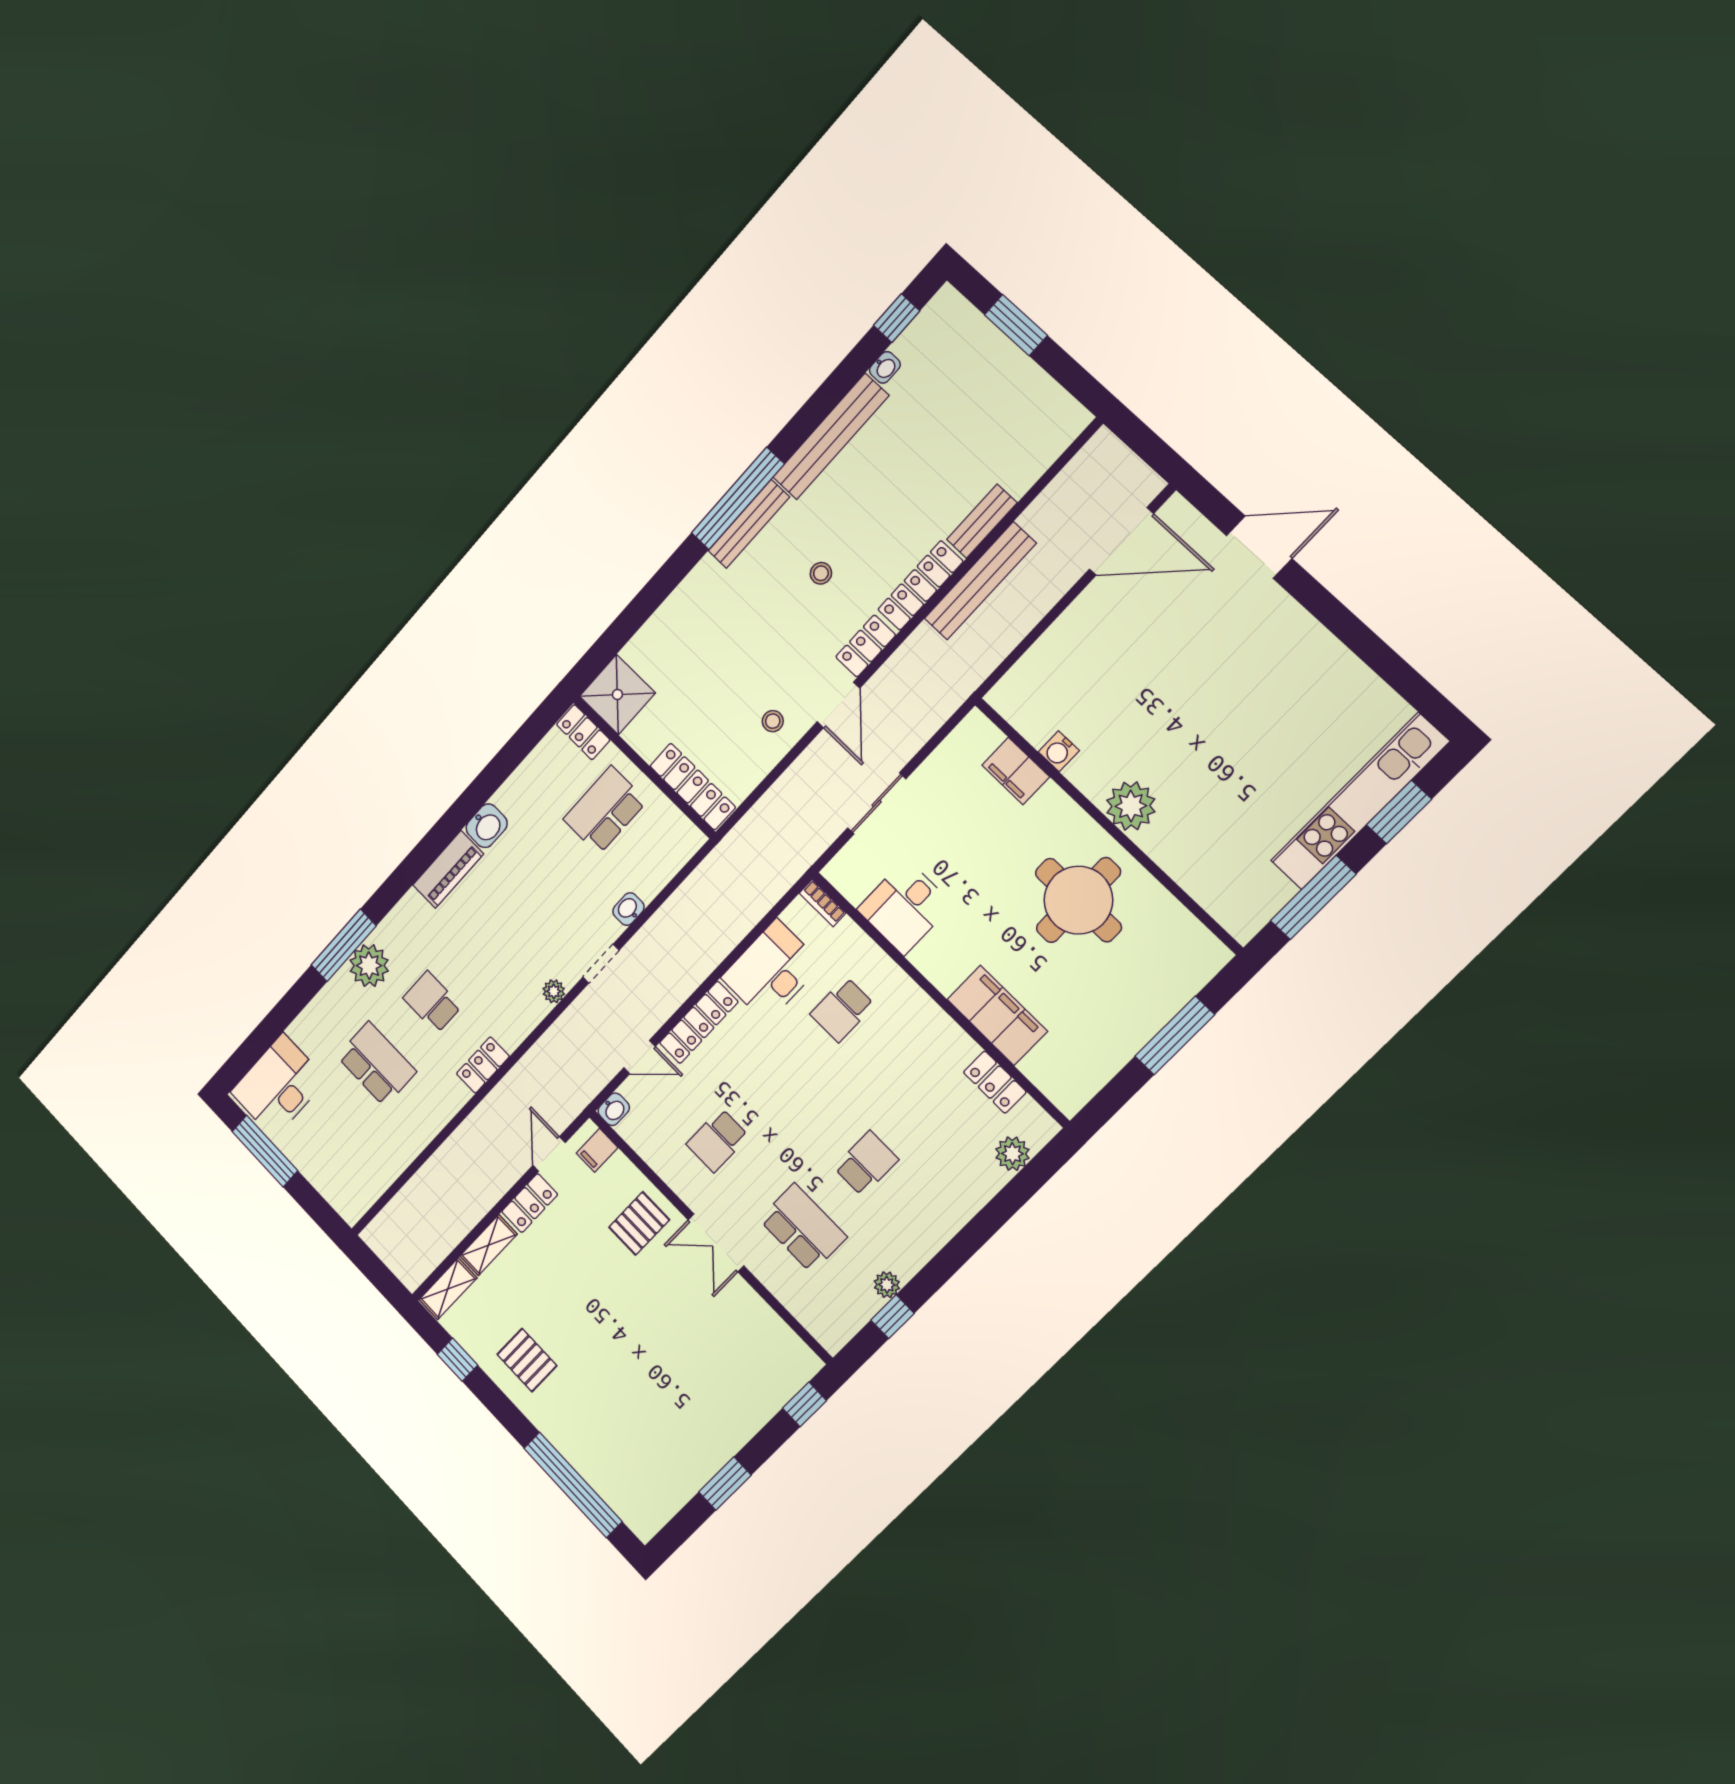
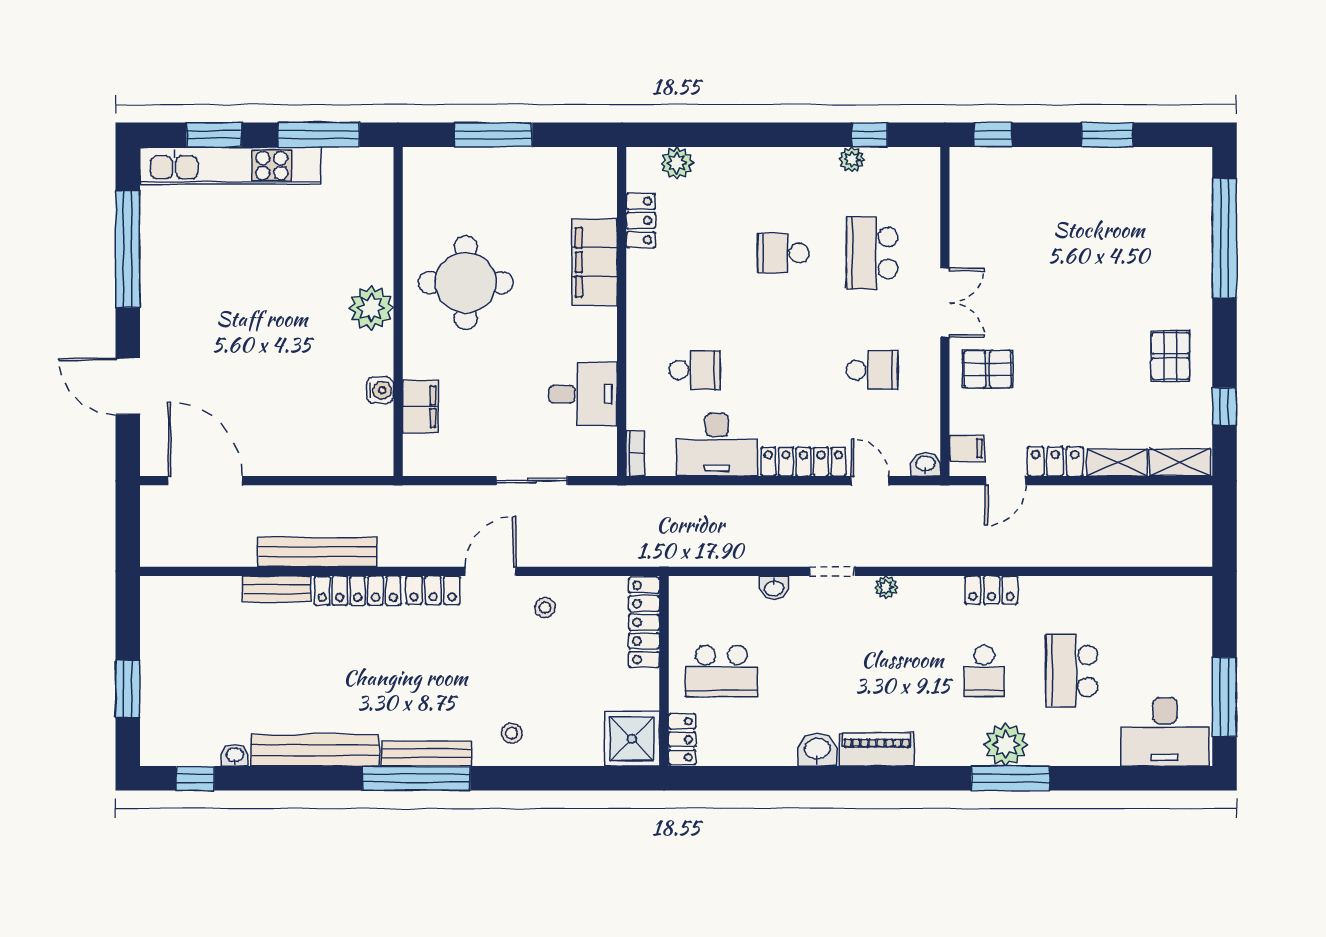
stool: (821, 573) -> (512, 733), moved
window: (1373, 651) -> (128, 249), added

